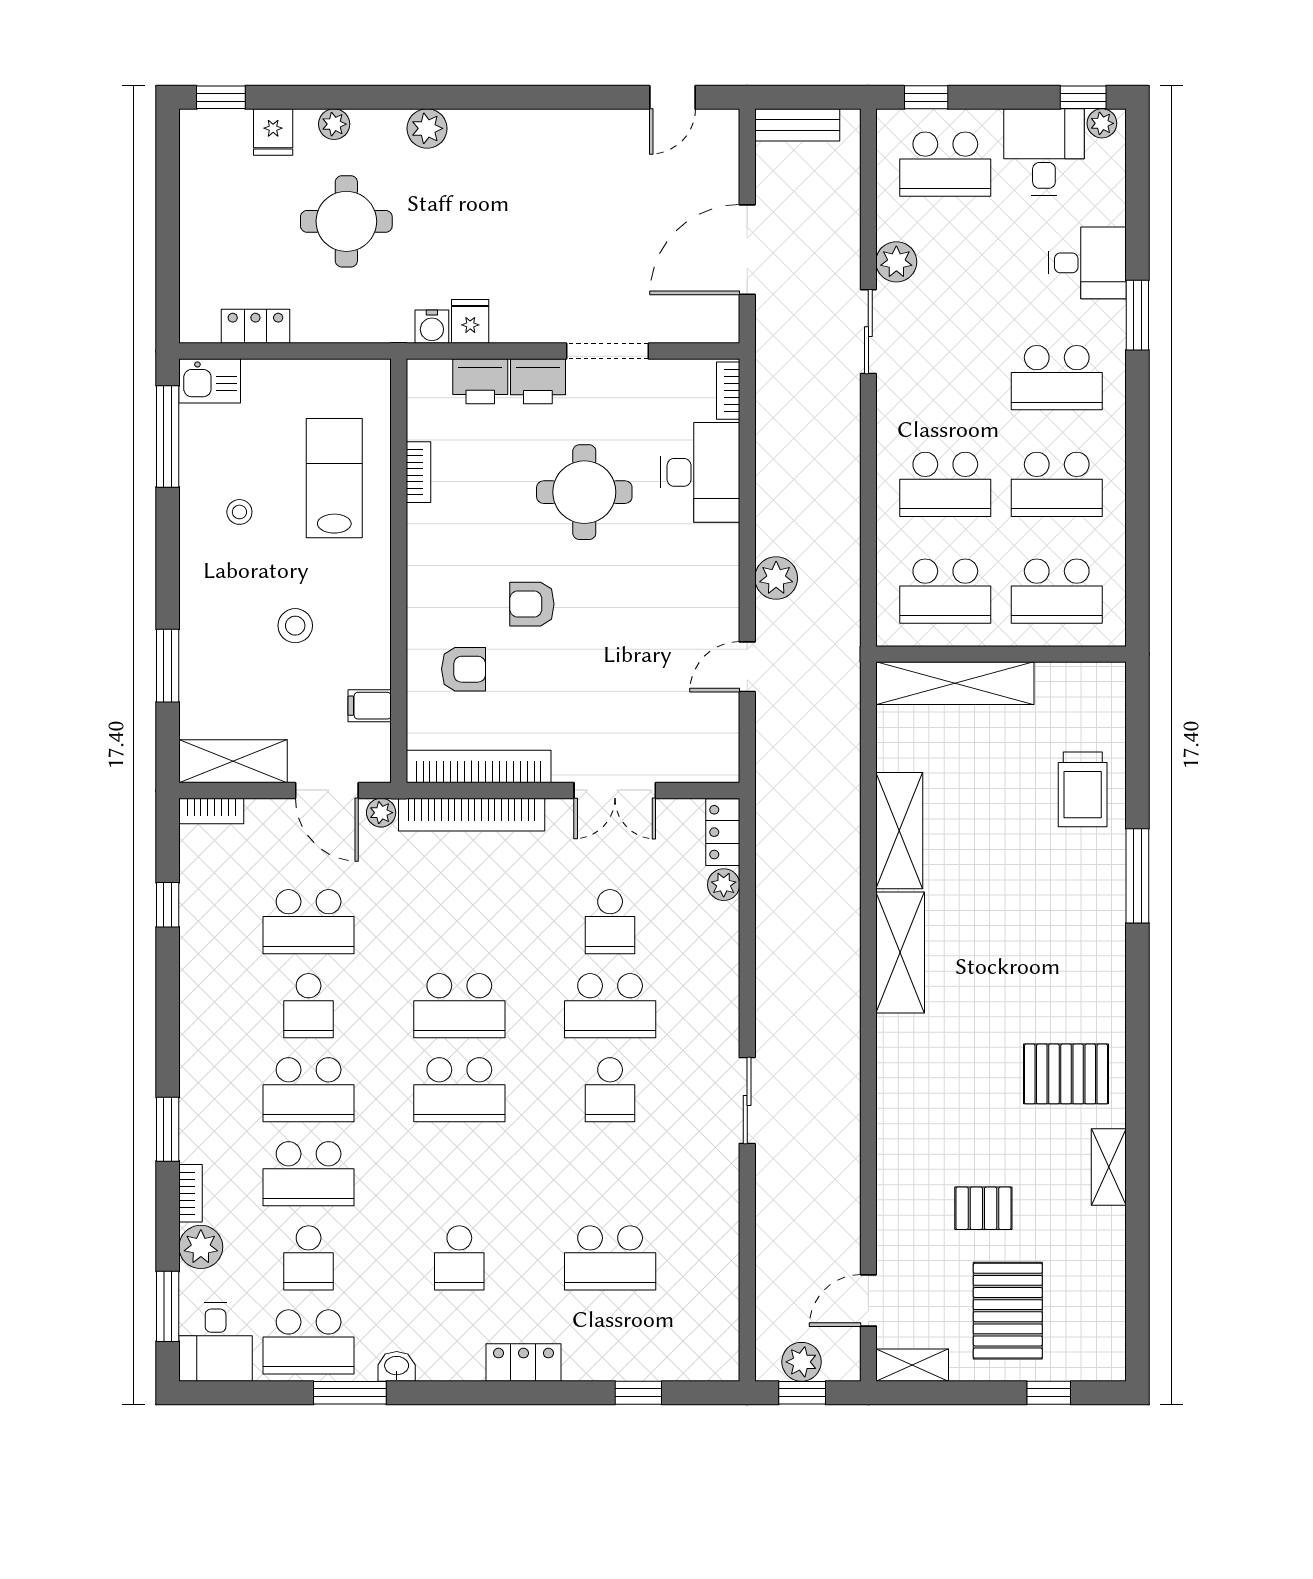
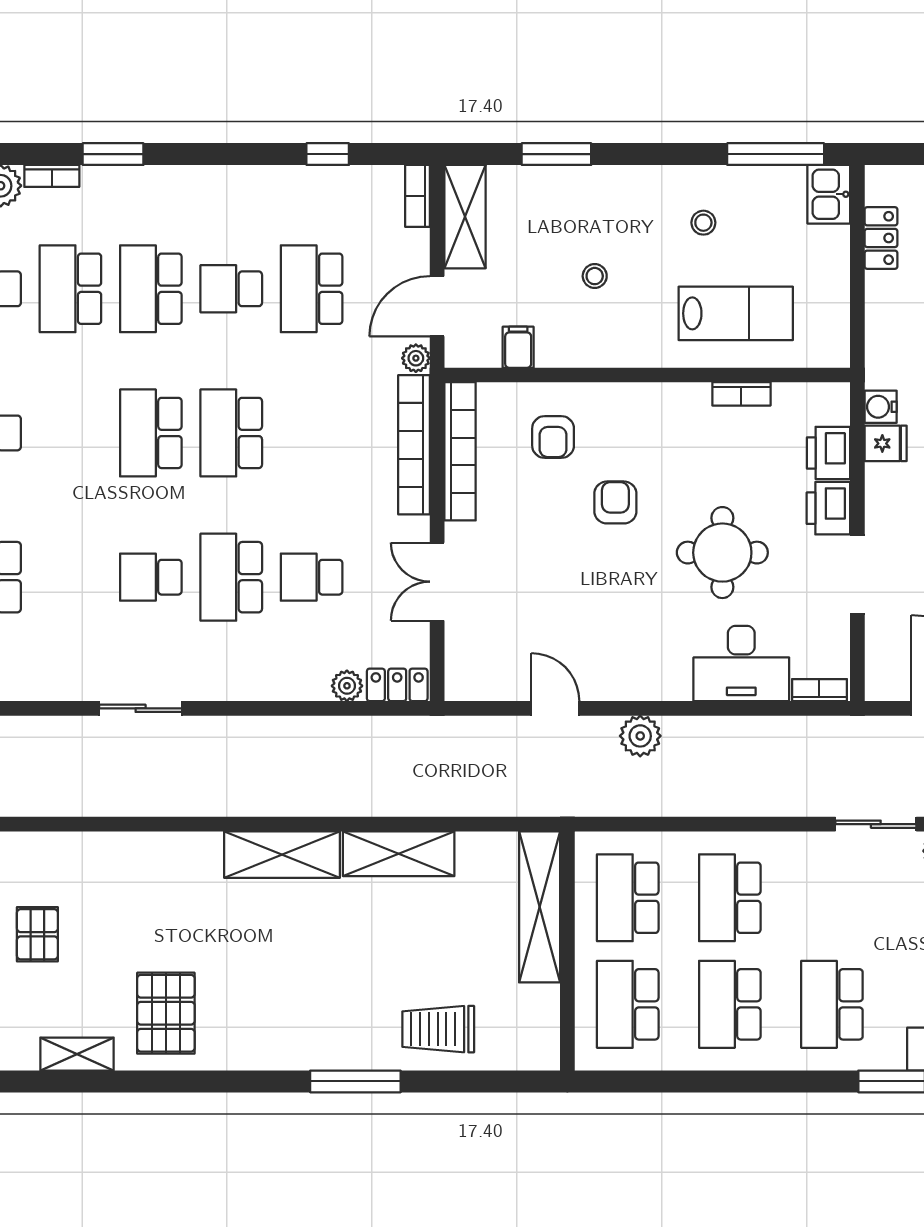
stool: (295, 626) -> (595, 276), width x0.73, depth x0.73

